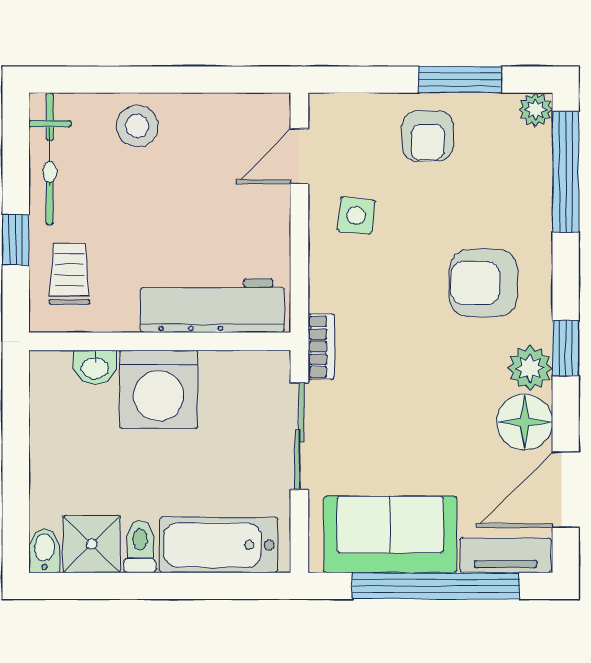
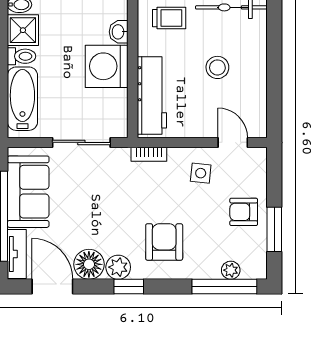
plant: (536, 110) -> (231, 270), moved
stool: (137, 126) -> (217, 67), moved
bookcase: (321, 347) -> (149, 154), moved

